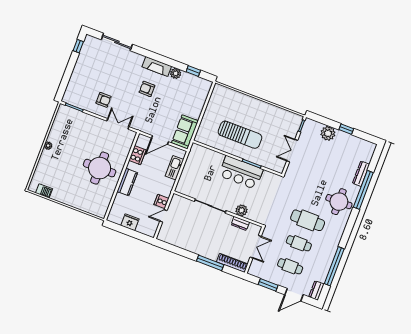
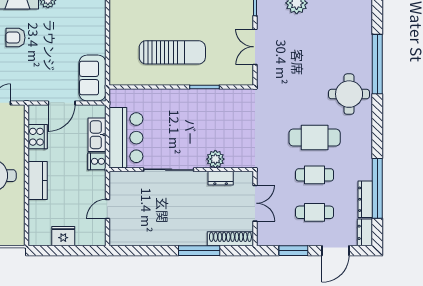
bar counter: (241, 172) -> (126, 138), moved, turned -90
dresser: (361, 174) -> (365, 199), moved
cooker: (161, 202) -> (97, 161), moved

